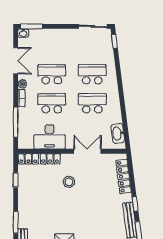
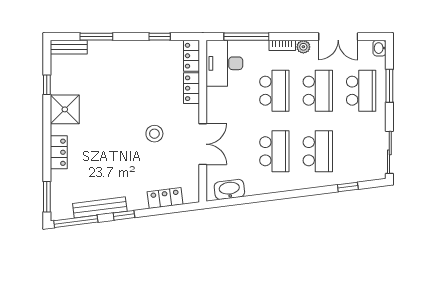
window: (31, 26) -> (389, 86), moved
window: (114, 41) -> (348, 187), moved
school desk: (52, 45) -> (361, 91), added
desk: (50, 137) -> (224, 63), moved
locker: (124, 176) -> (165, 198), width x0.66
stool: (69, 182) -> (154, 134), moved

